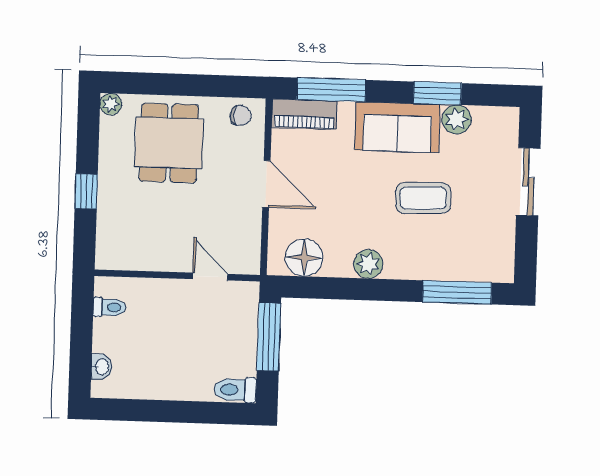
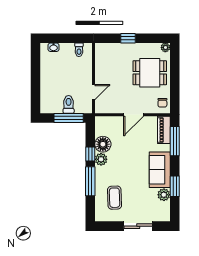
coffee table: (423, 198) -> (115, 198), moved
floor lamp: (304, 258) -> (103, 144), moved
window: (355, 289) -> (90, 154), added
window: (457, 292) -> (90, 181), moved
toilet: (235, 390) -> (69, 104), moved

